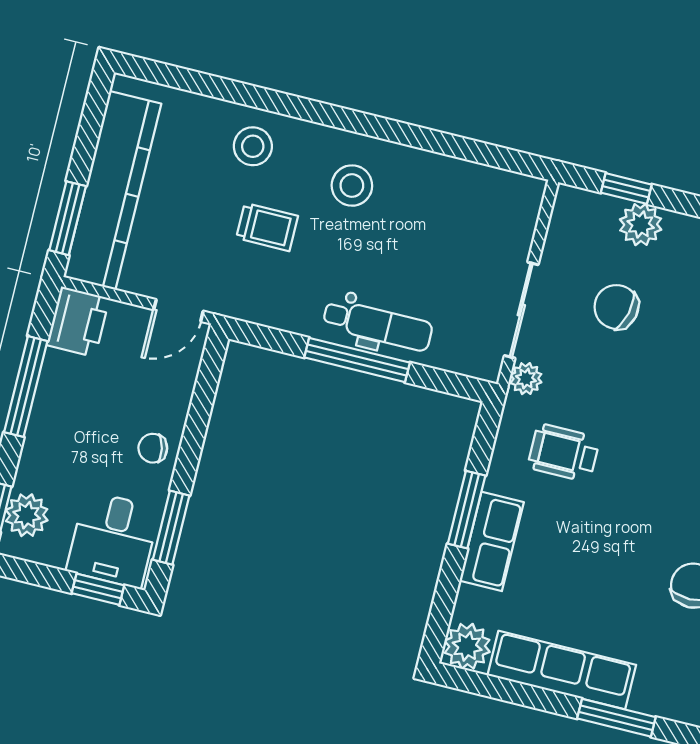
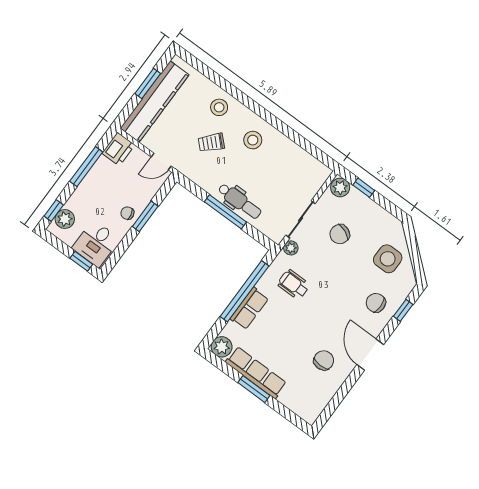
window: (68, 218) -> (148, 84), moved
plant: (641, 225) -> (340, 187), moved
trolley: (267, 227) -> (211, 143), turned 134
chair: (616, 307) -> (340, 234), turned -80
window: (467, 510) -> (245, 291), width x2.11
window: (171, 528) -> (145, 216), moved
window: (616, 718) -> (254, 389), moved

